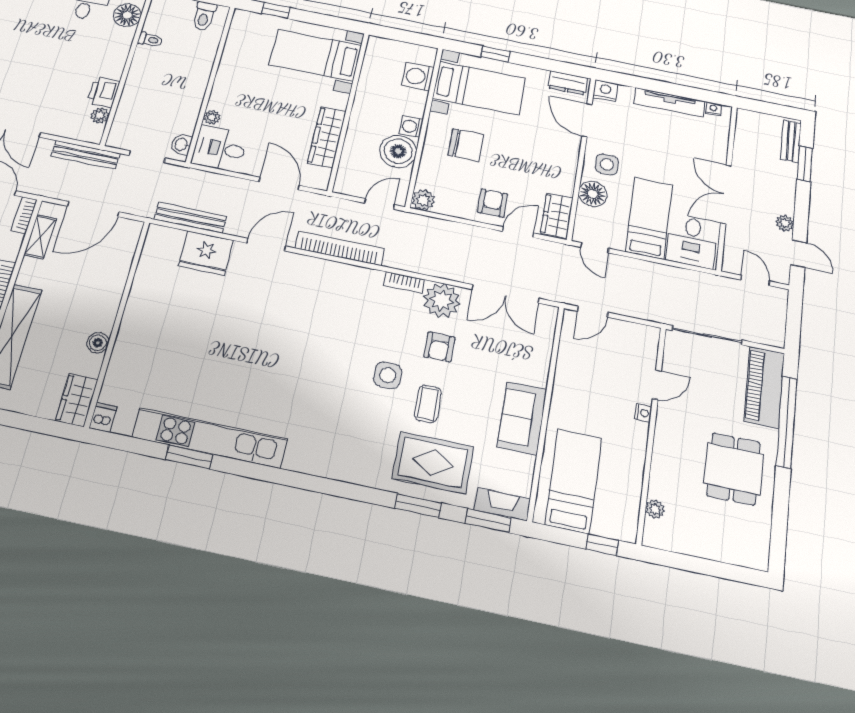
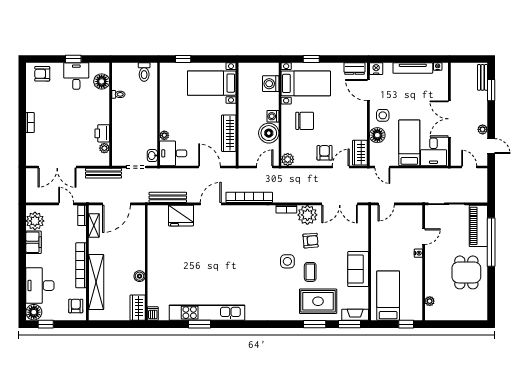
armchair: (439, 347) -> (311, 241), turned -95

